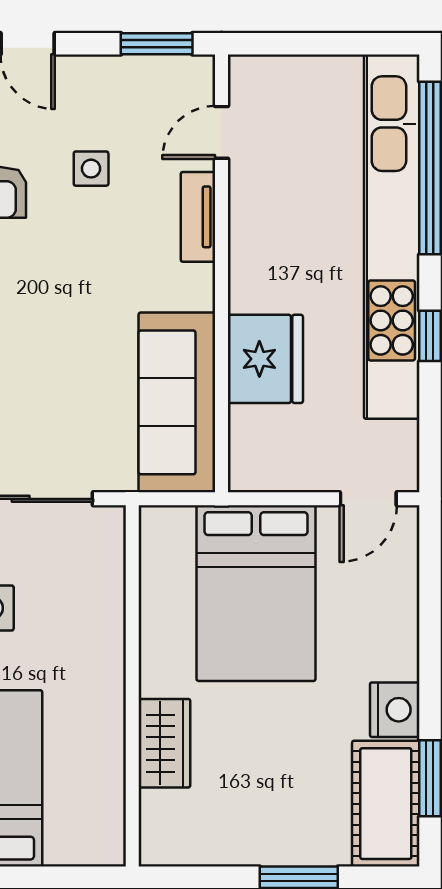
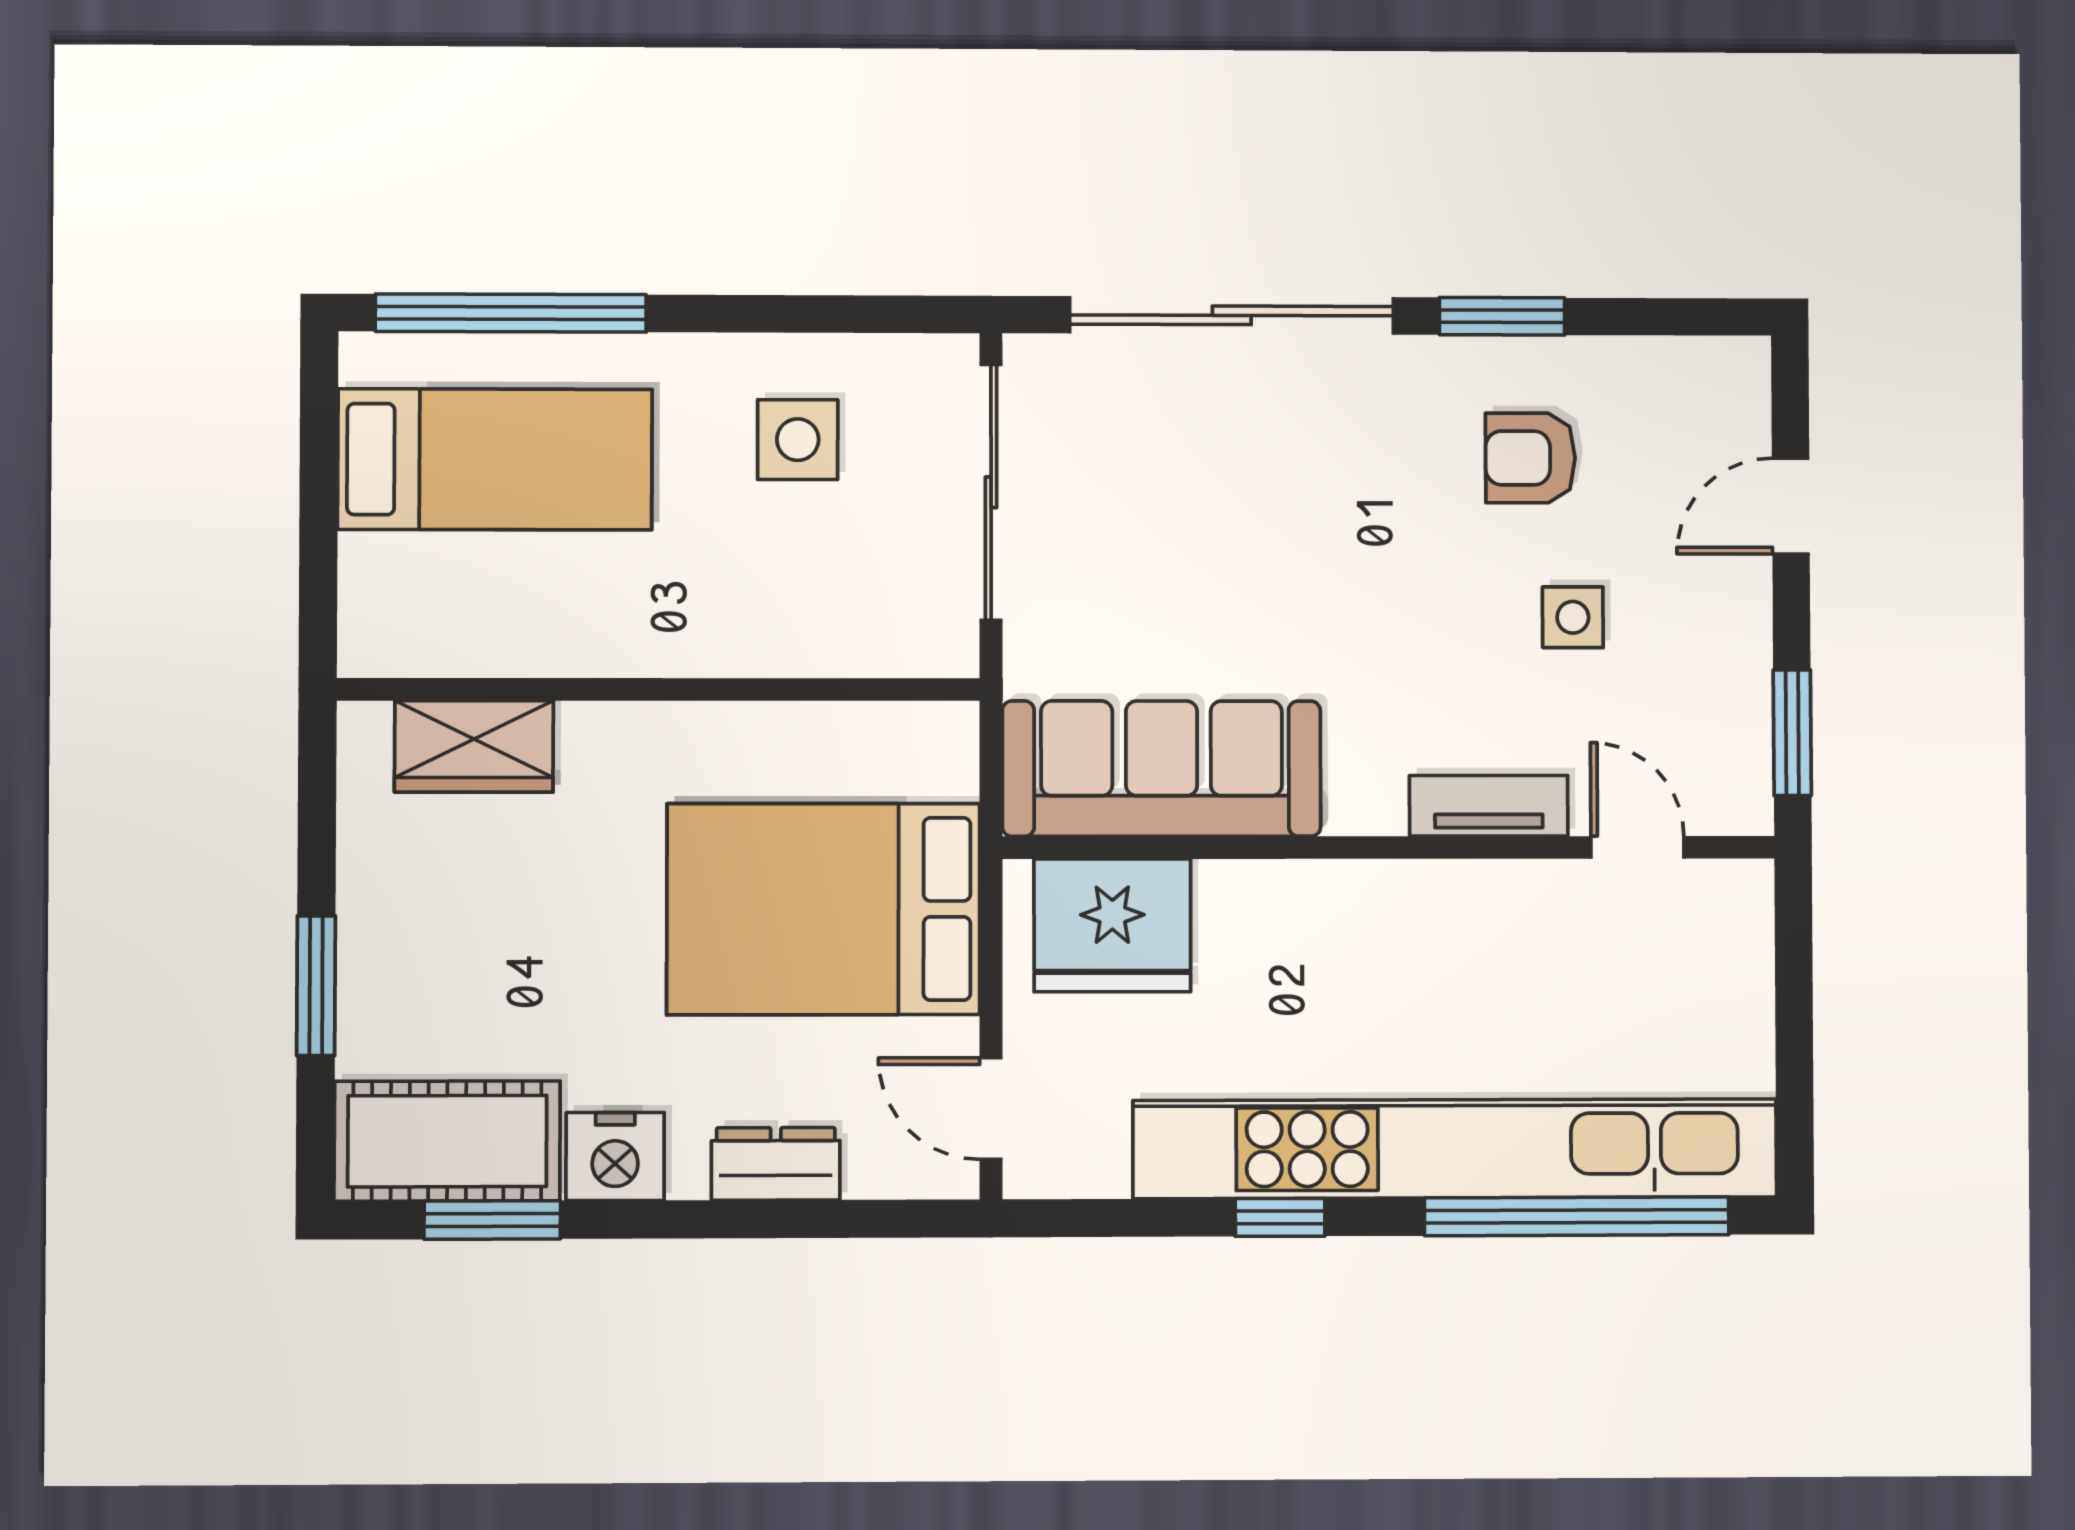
fridge: (265, 359) -> (1112, 925), moved
dresser: (399, 620) -> (776, 1164), added
wardrobe: (164, 743) -> (474, 746), moved

